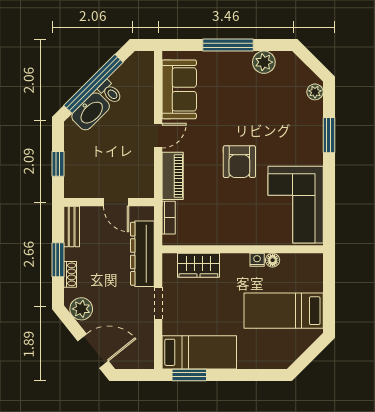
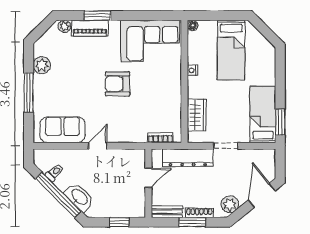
toilet: (110, 92) -> (55, 172), moved
door: (158, 136) -> (98, 146), hinge flipped
armchair: (239, 162) -> (118, 84), turned 180
piano: (173, 176) -> (90, 28), moved, turned 180
floor lamp: (273, 260) -> (193, 25), moved
shoe rack: (70, 274) -> (199, 213), width x1.43

